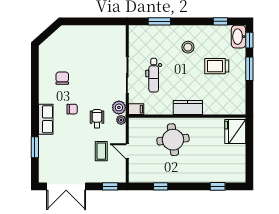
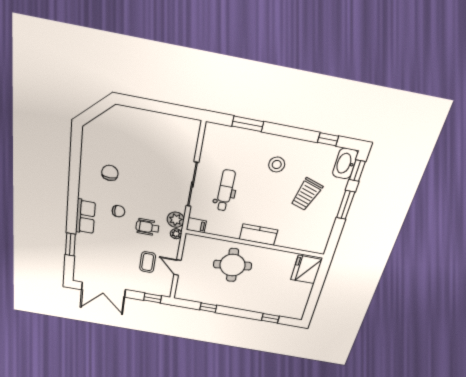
trolley: (217, 66) -> (306, 194), turned -72
dental chair: (154, 75) -> (225, 191), turned 180
wheelchair: (97, 119) -> (147, 227), turned -90

